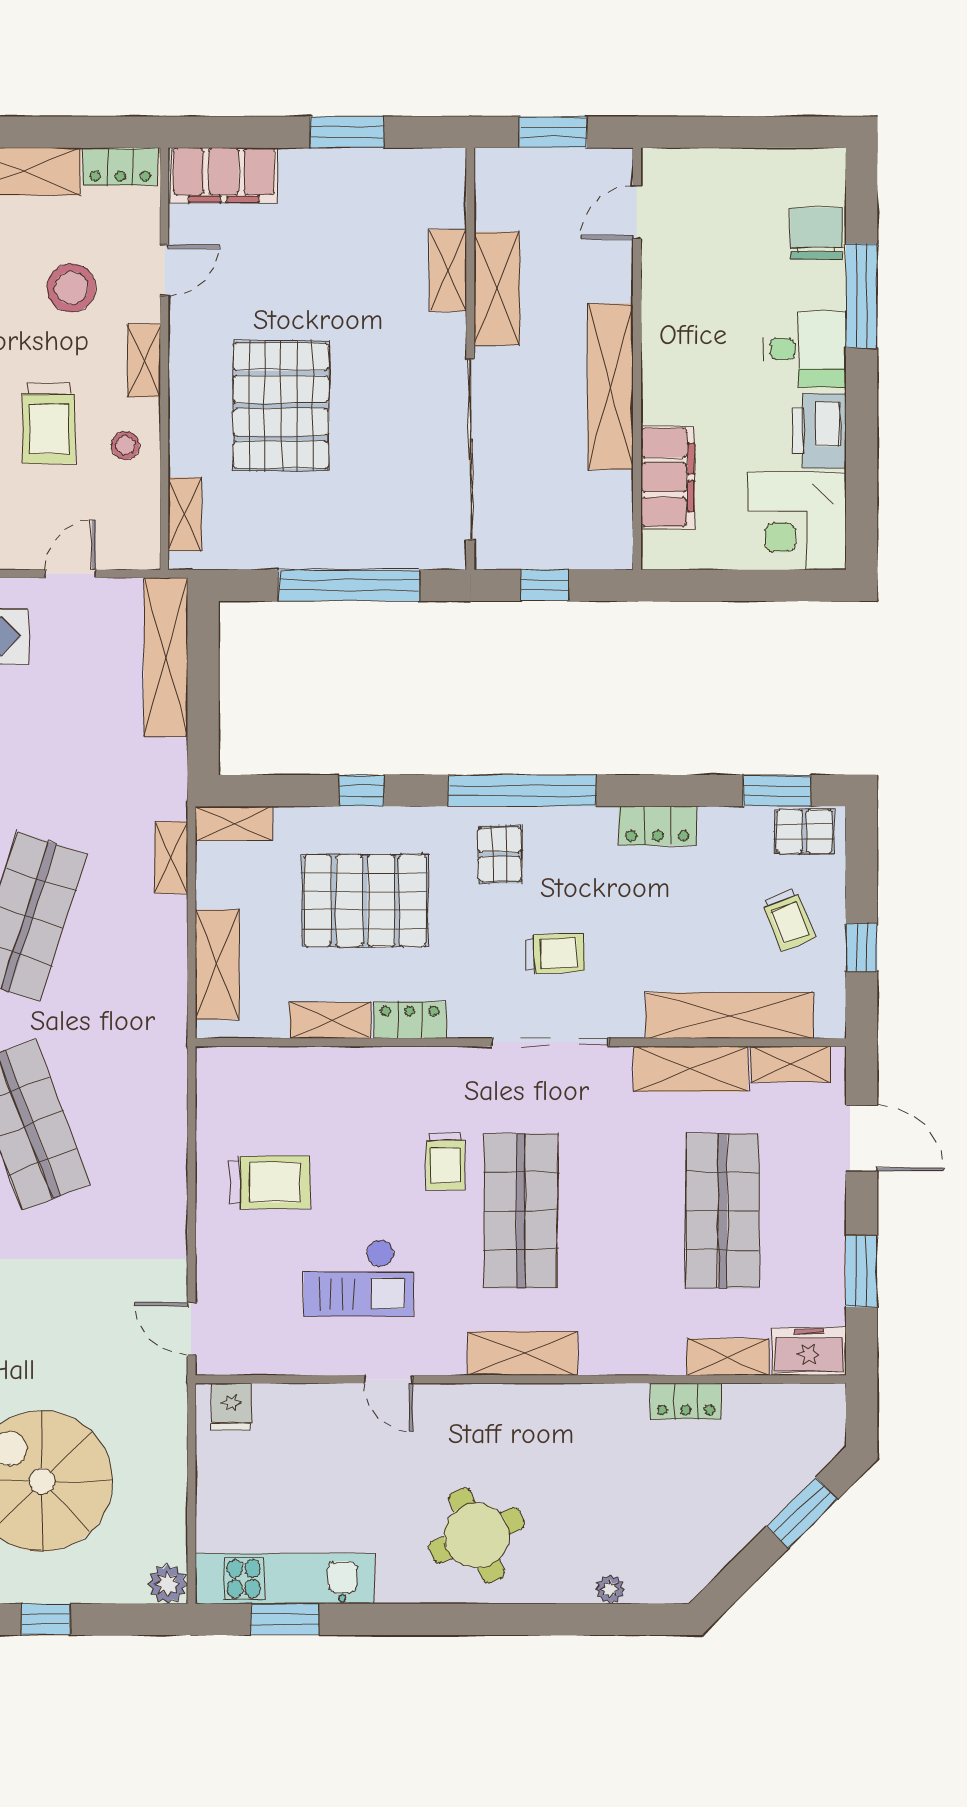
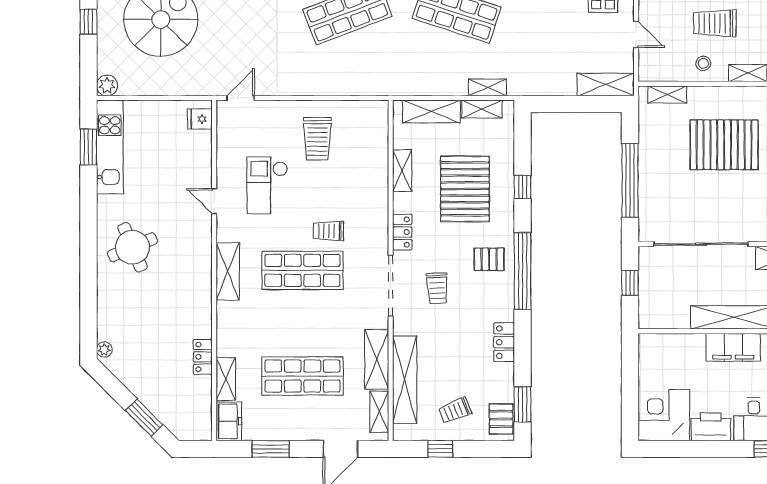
filing cabinet: (668, 477) -> (733, 347), moved
shelving: (166, 657) -> (606, 85), width x0.68
shelving: (234, 823) -> (482, 109), moved, turned 90
locker: (410, 1020) -> (402, 232), moved
door: (389, 1379) -> (214, 201), hinge flipped
plant: (610, 1589) -> (104, 350), moved

